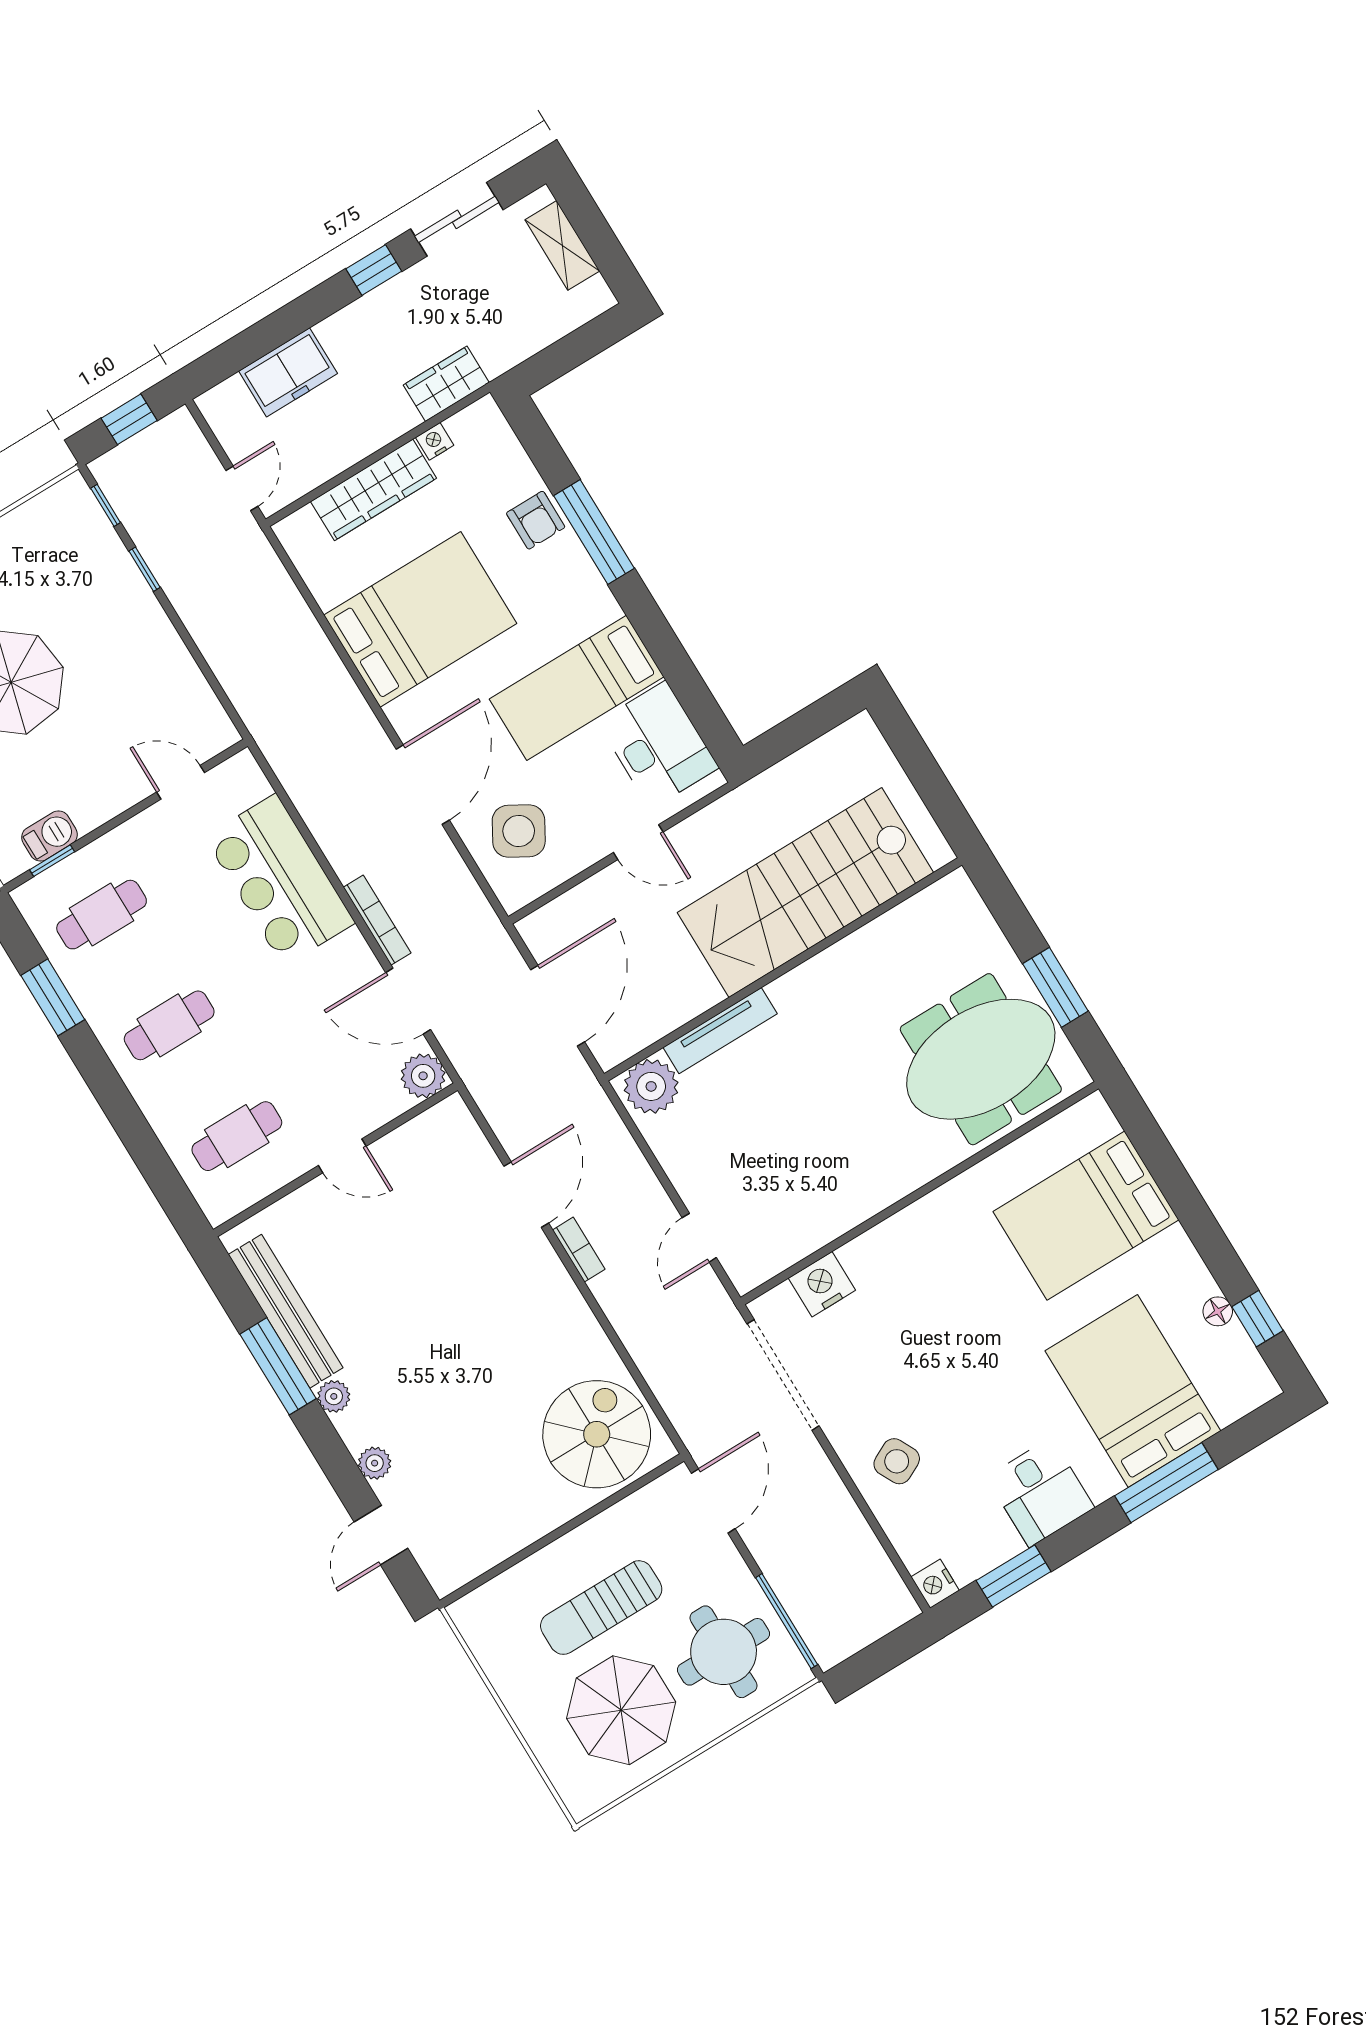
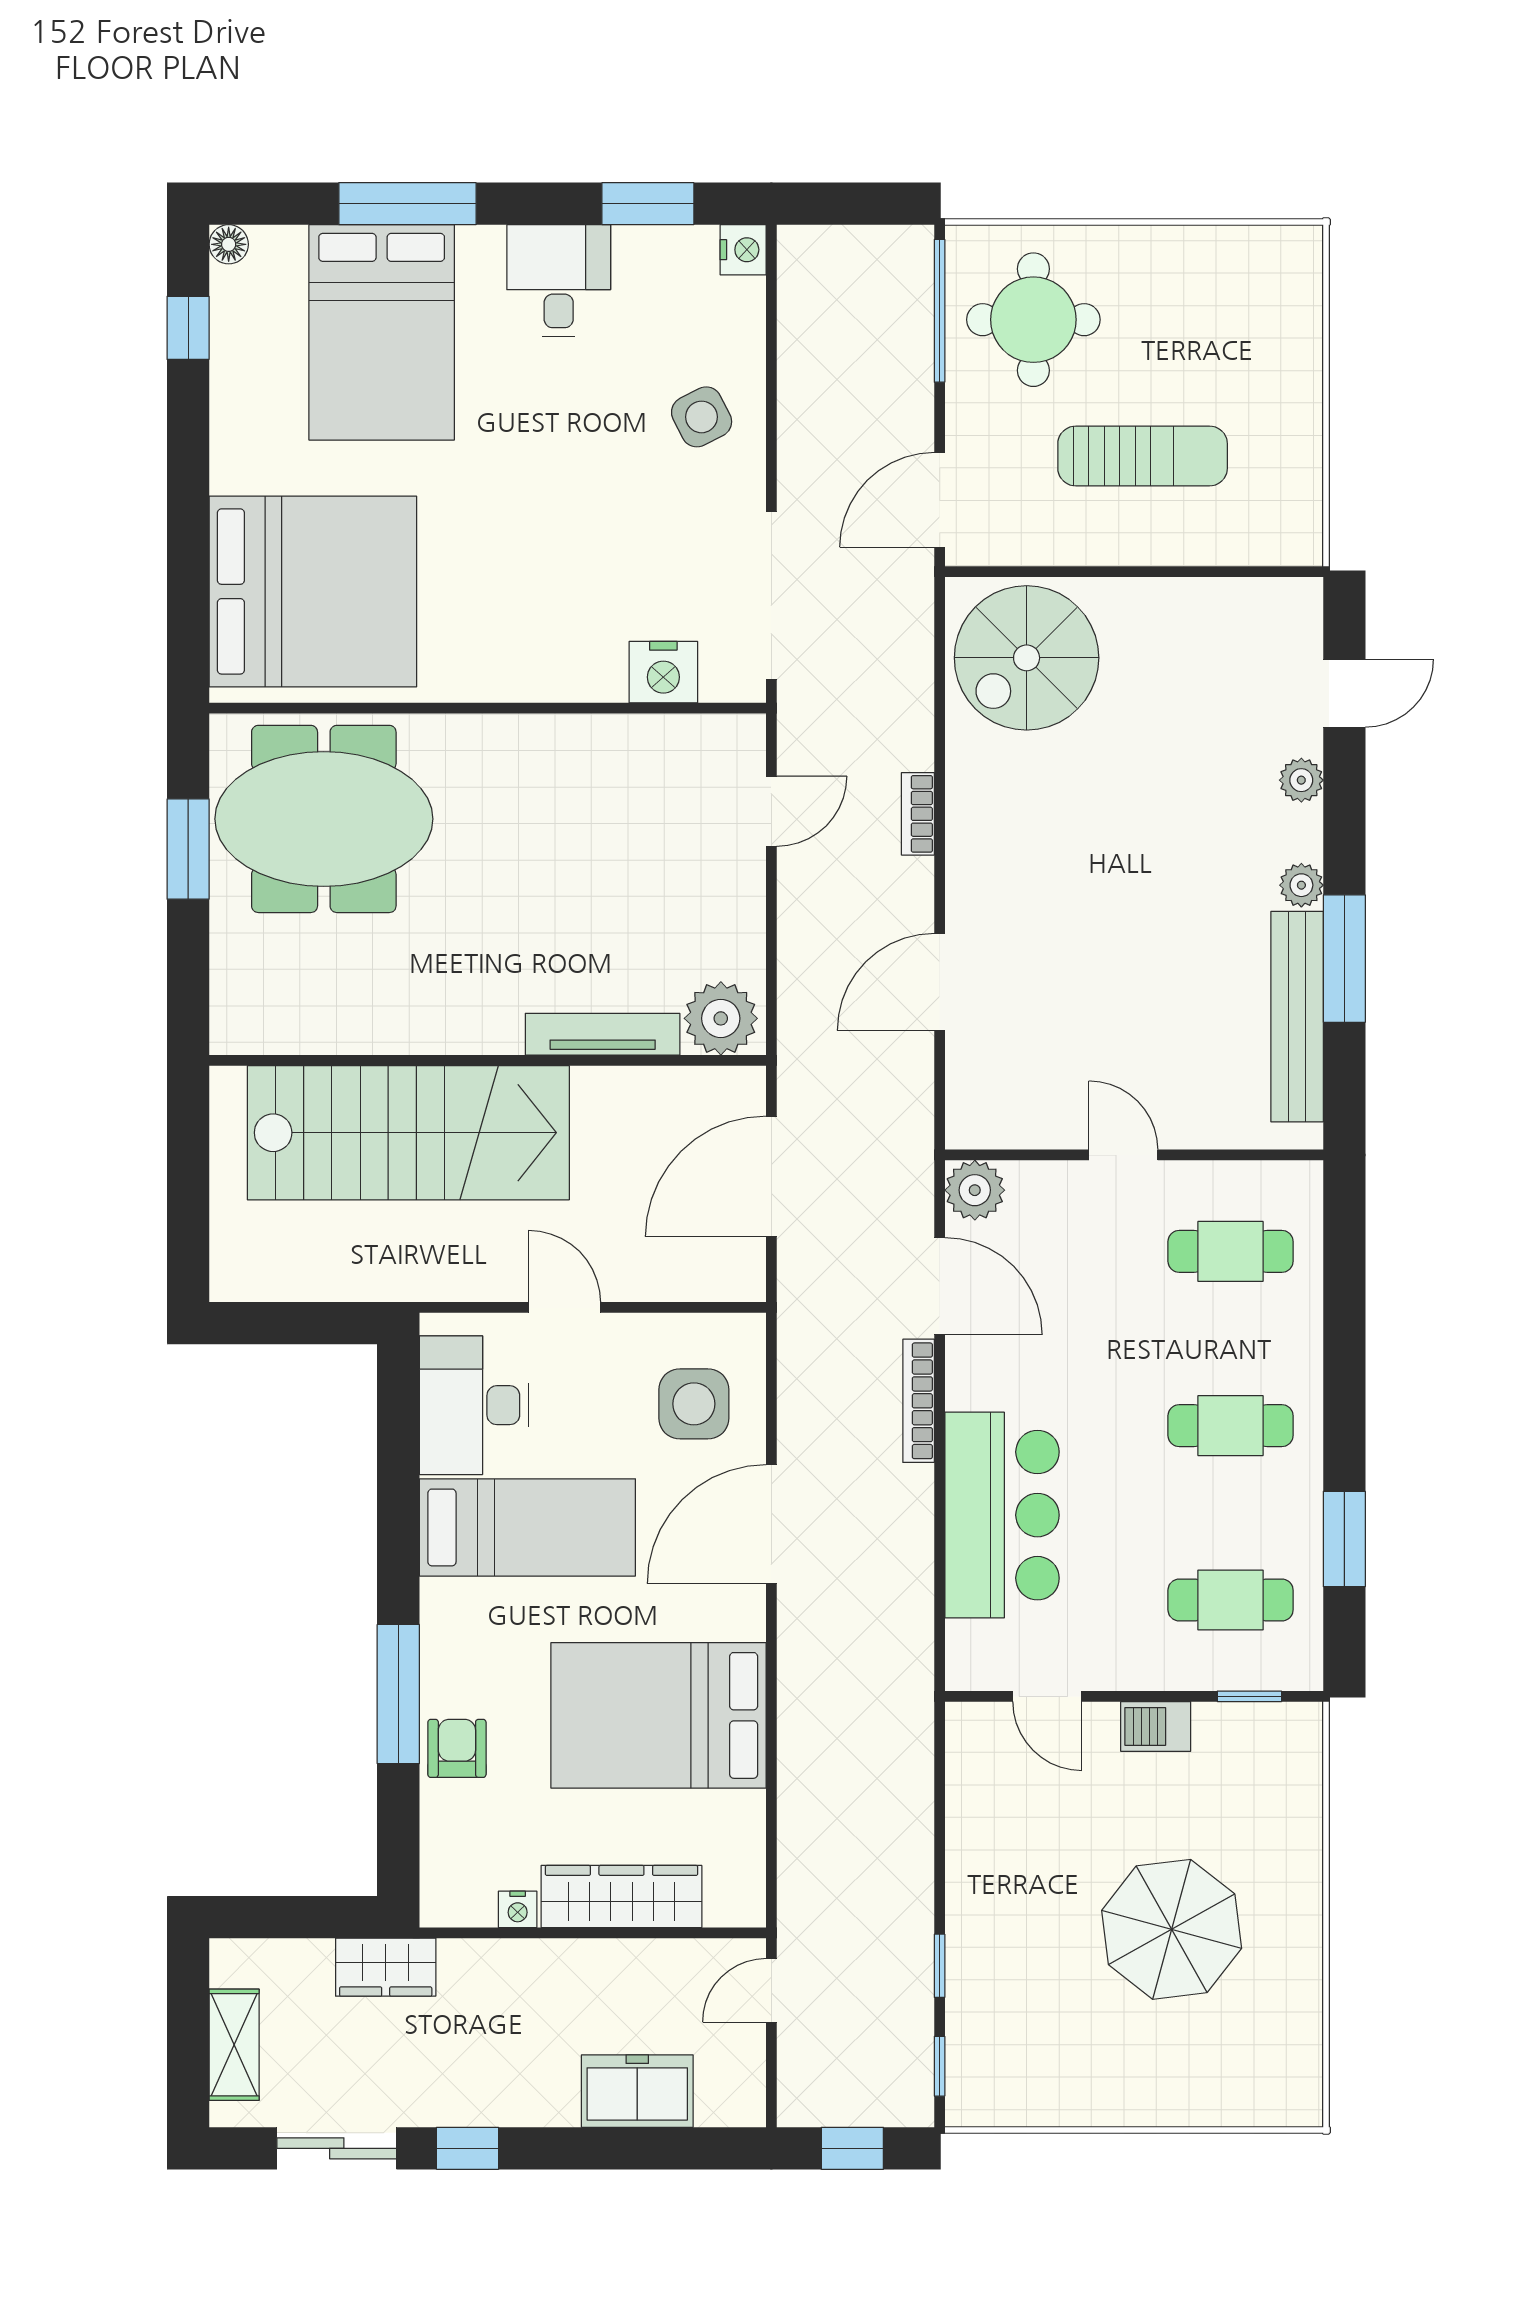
wardrobe: (446, 384) -> (386, 1967), moved
side table: (519, 831) -> (694, 1404), turned -30
barbecue: (50, 836) -> (1156, 1726), moved
bed: (1086, 1216) -> (313, 591), width x1.36
bookcase: (579, 1250) -> (918, 814), moved
floor lamp: (1218, 1311) -> (229, 244), moved
parasol: (621, 1710) -> (1192, 324), removed

